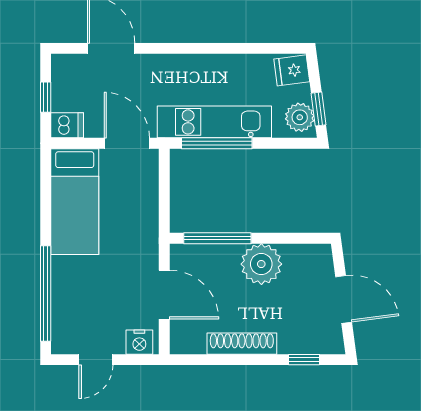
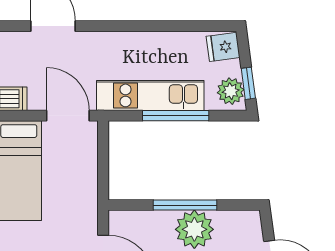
window: (217, 143) -> (176, 116), moved
window: (217, 238) -> (185, 205), moved

